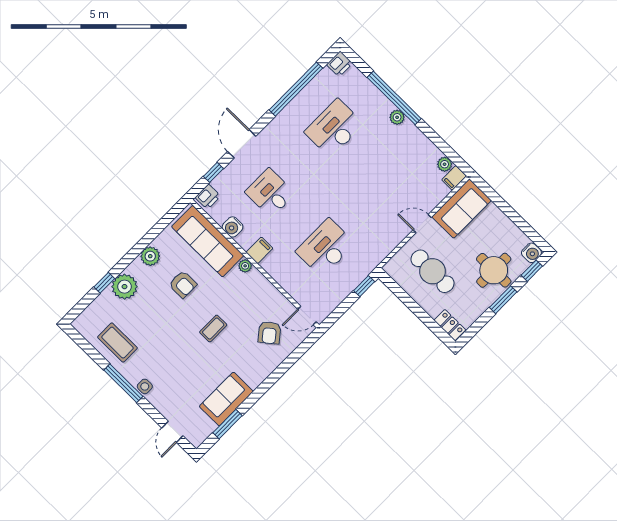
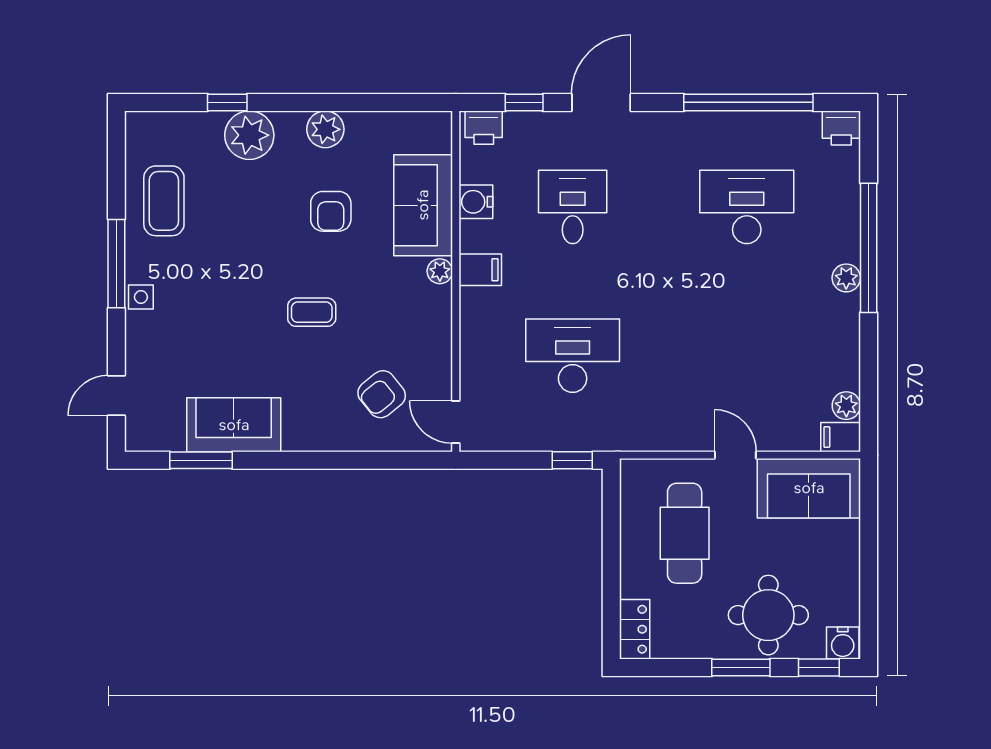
sofa: (208, 241) -> (423, 205), width x0.73

